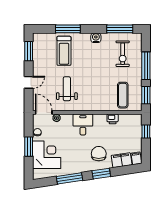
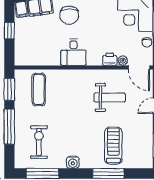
weight bench: (67, 89) -> (110, 97), turned -90
printer: (113, 119) -> (110, 59), moved
desk: (83, 125) -> (73, 52), moved
window: (146, 131) -> (9, 31), moved

